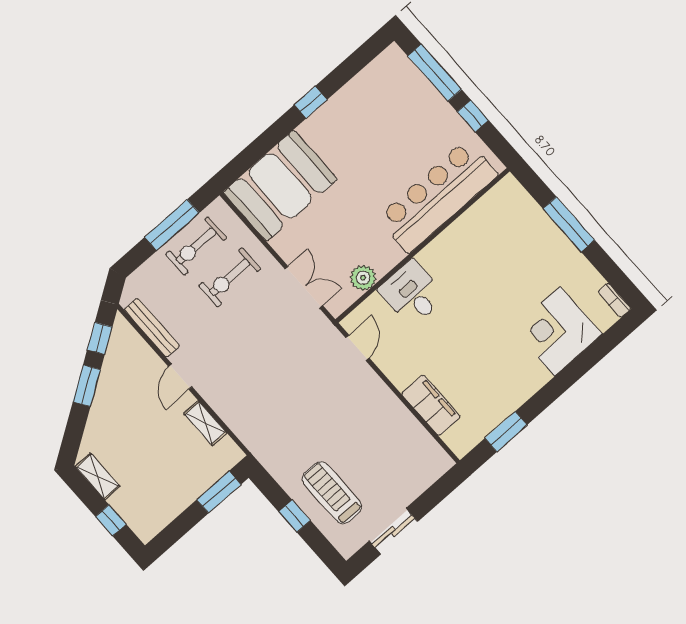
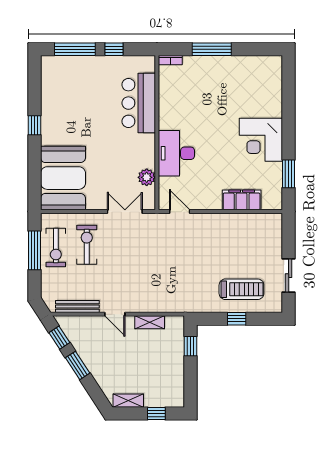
bar counter: (438, 196) -> (139, 103), width x0.73
exercise bike: (230, 277) -> (87, 245), turned 180
desk: (412, 293) -> (176, 153), width x1.37
bookcase: (614, 300) -> (170, 60), moved
corner desk: (557, 331) -> (261, 140), moved
window: (219, 492) -> (191, 346), width x0.67
treadmill: (332, 493) -> (241, 289), turned 180

